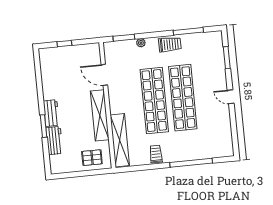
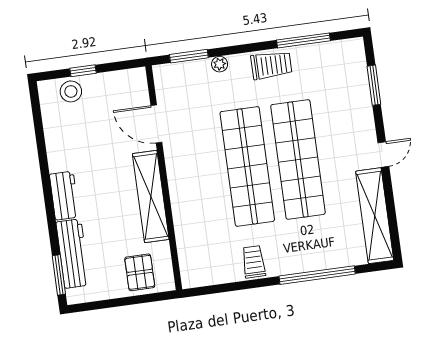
stool: (57, 55) -> (71, 91), added
door: (231, 97) -> (383, 155), swing flipped
window: (43, 126) -> (59, 275), moved
shelving: (120, 140) -> (375, 216), moved
workbench: (54, 141) -> (73, 254), width x1.38
pallet: (92, 158) -> (140, 272), turned 90

